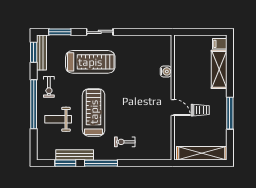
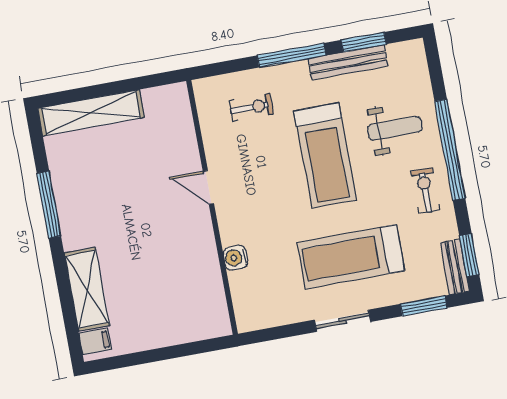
bench: (42, 53) -> (455, 267), width x0.73
water cooler: (166, 71) -> (235, 258), moved
wall: (173, 98) -> (212, 207), moved
door: (173, 107) -> (208, 187), moved
trolley: (200, 110) -> (110, 200), removed

